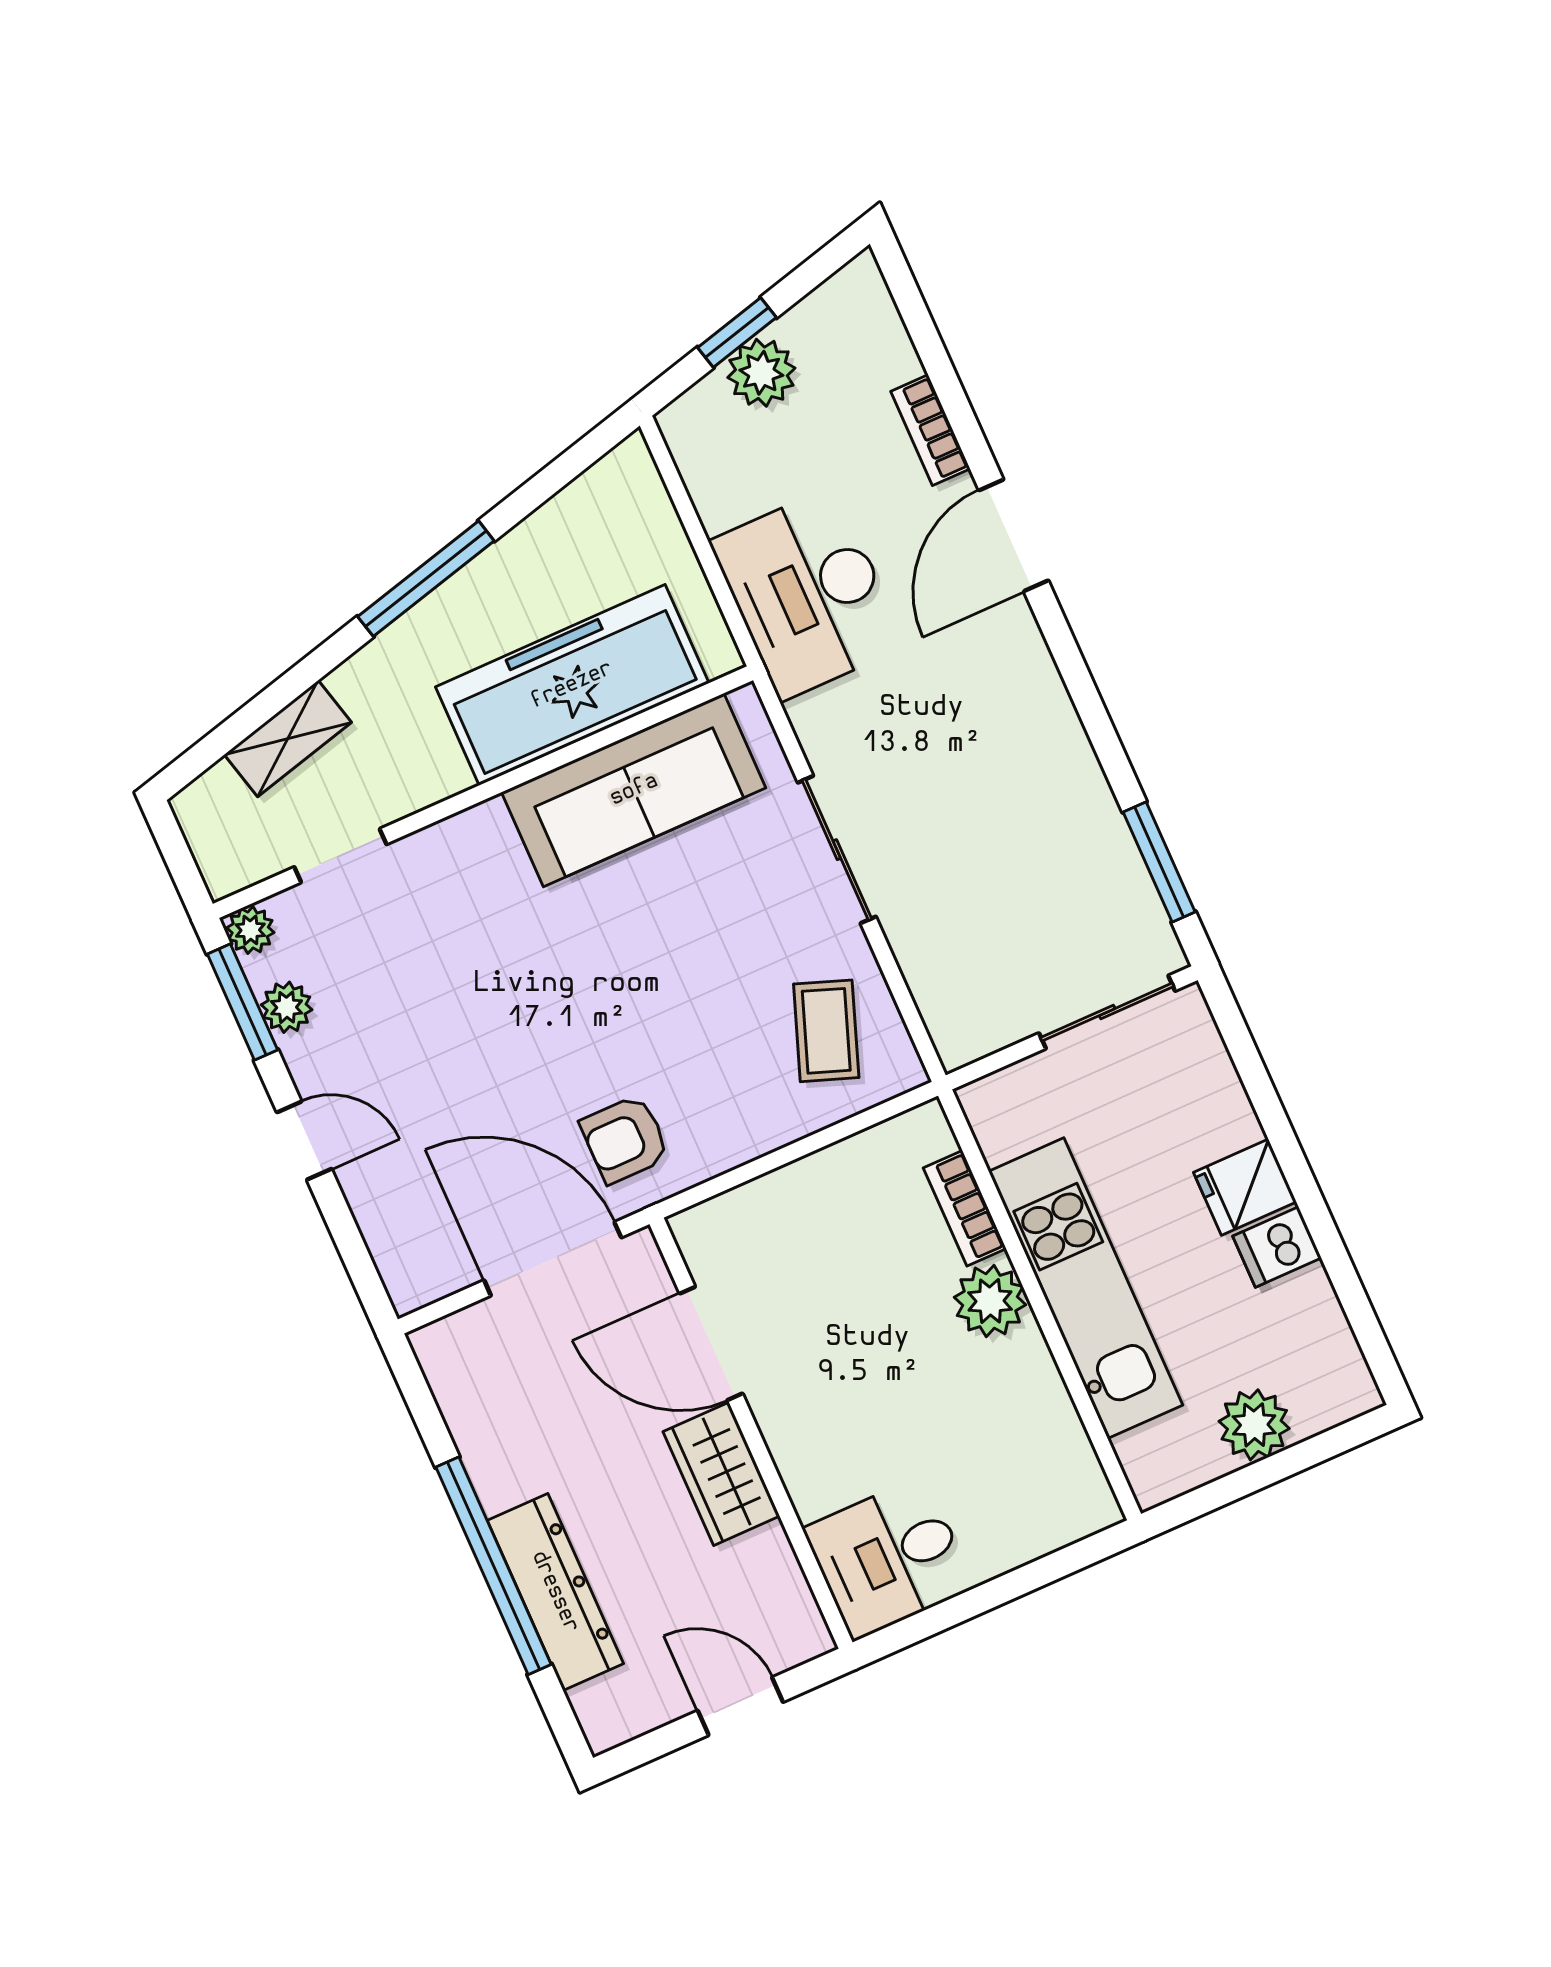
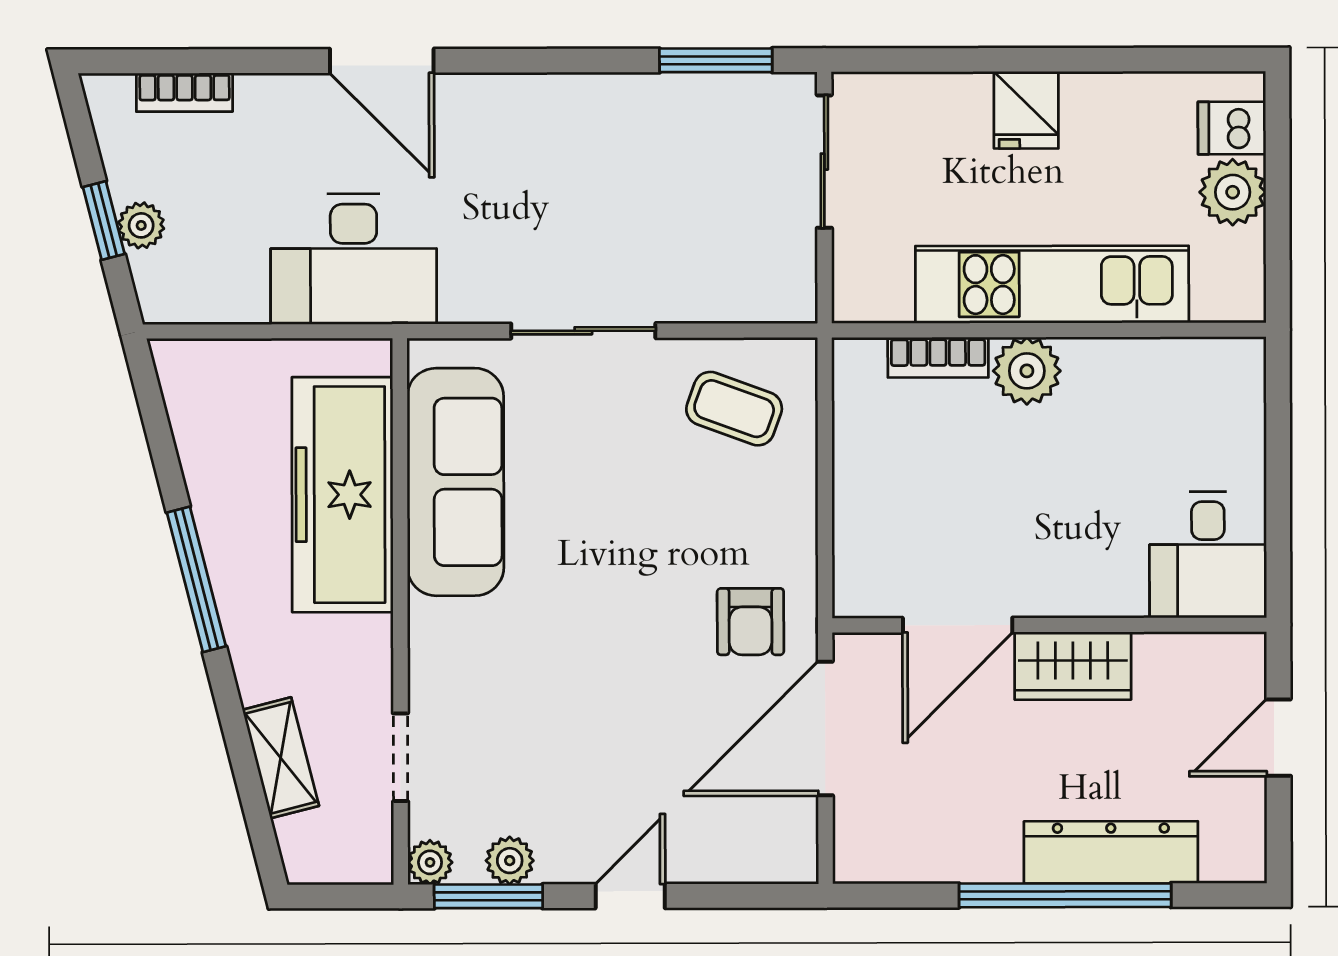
plant: (761, 373) -> (141, 225), width x0.73, depth x0.73
bookcase: (930, 430) -> (185, 92), moved
dishwasher: (1277, 1247) -> (1232, 128), moved, turned 90

